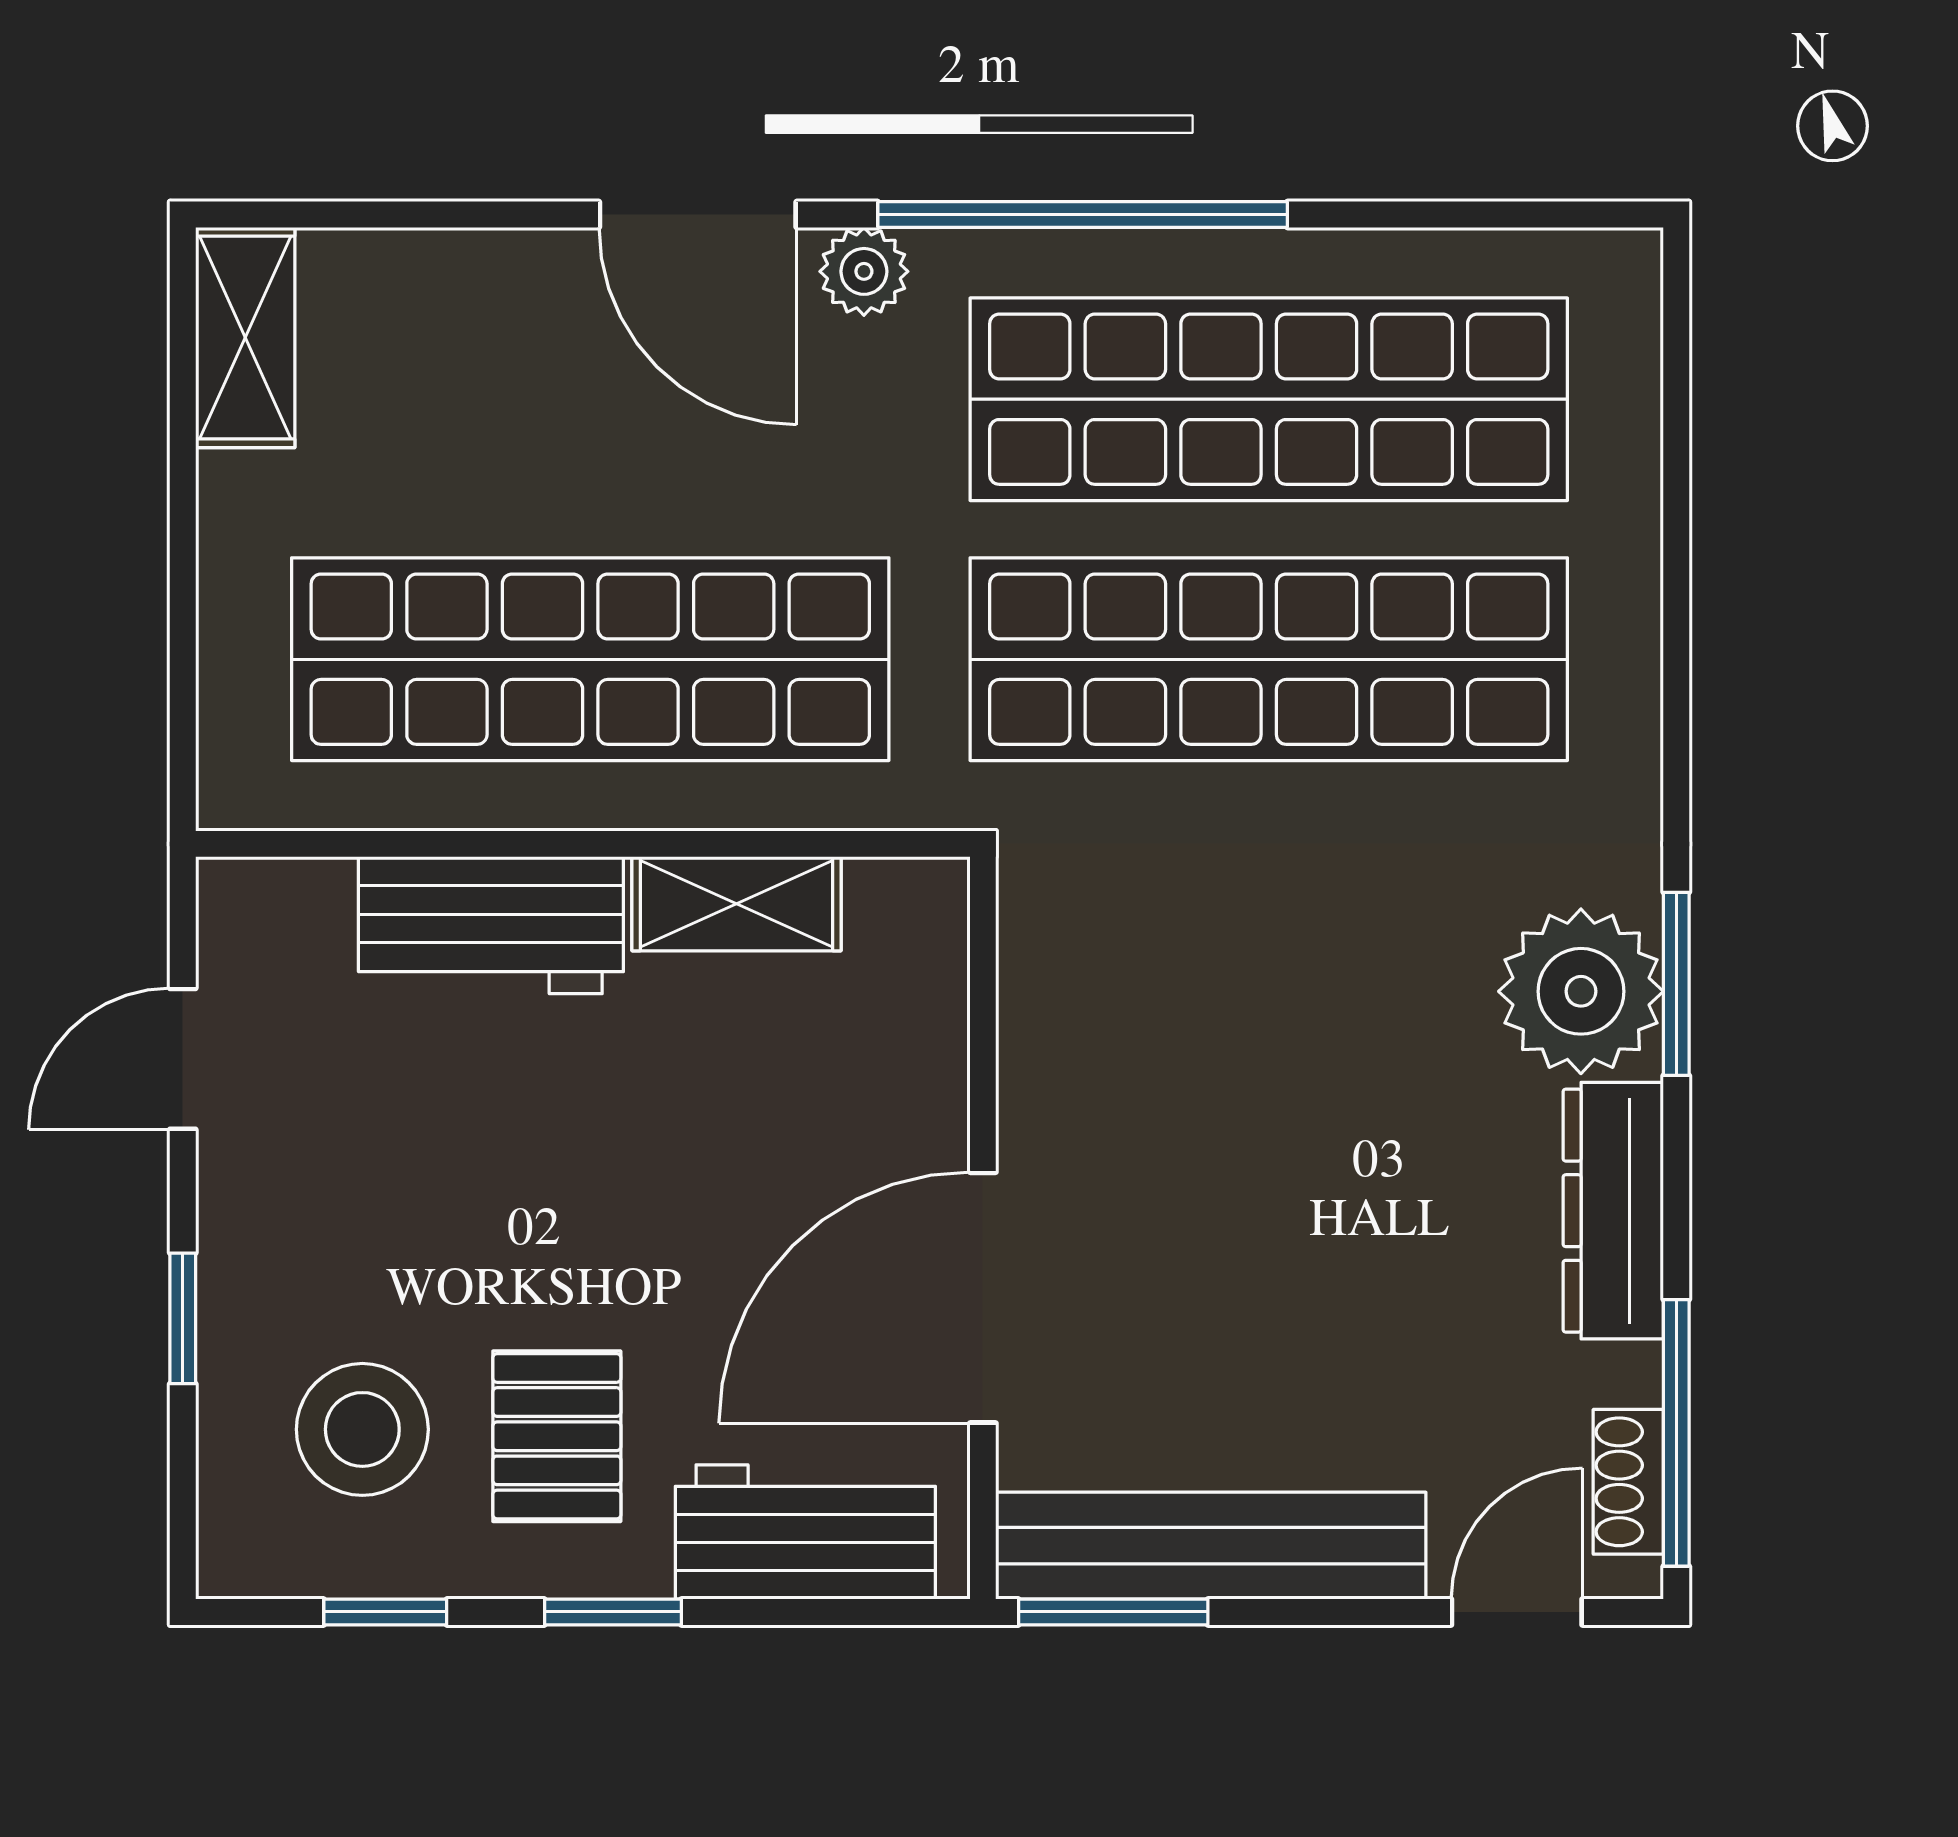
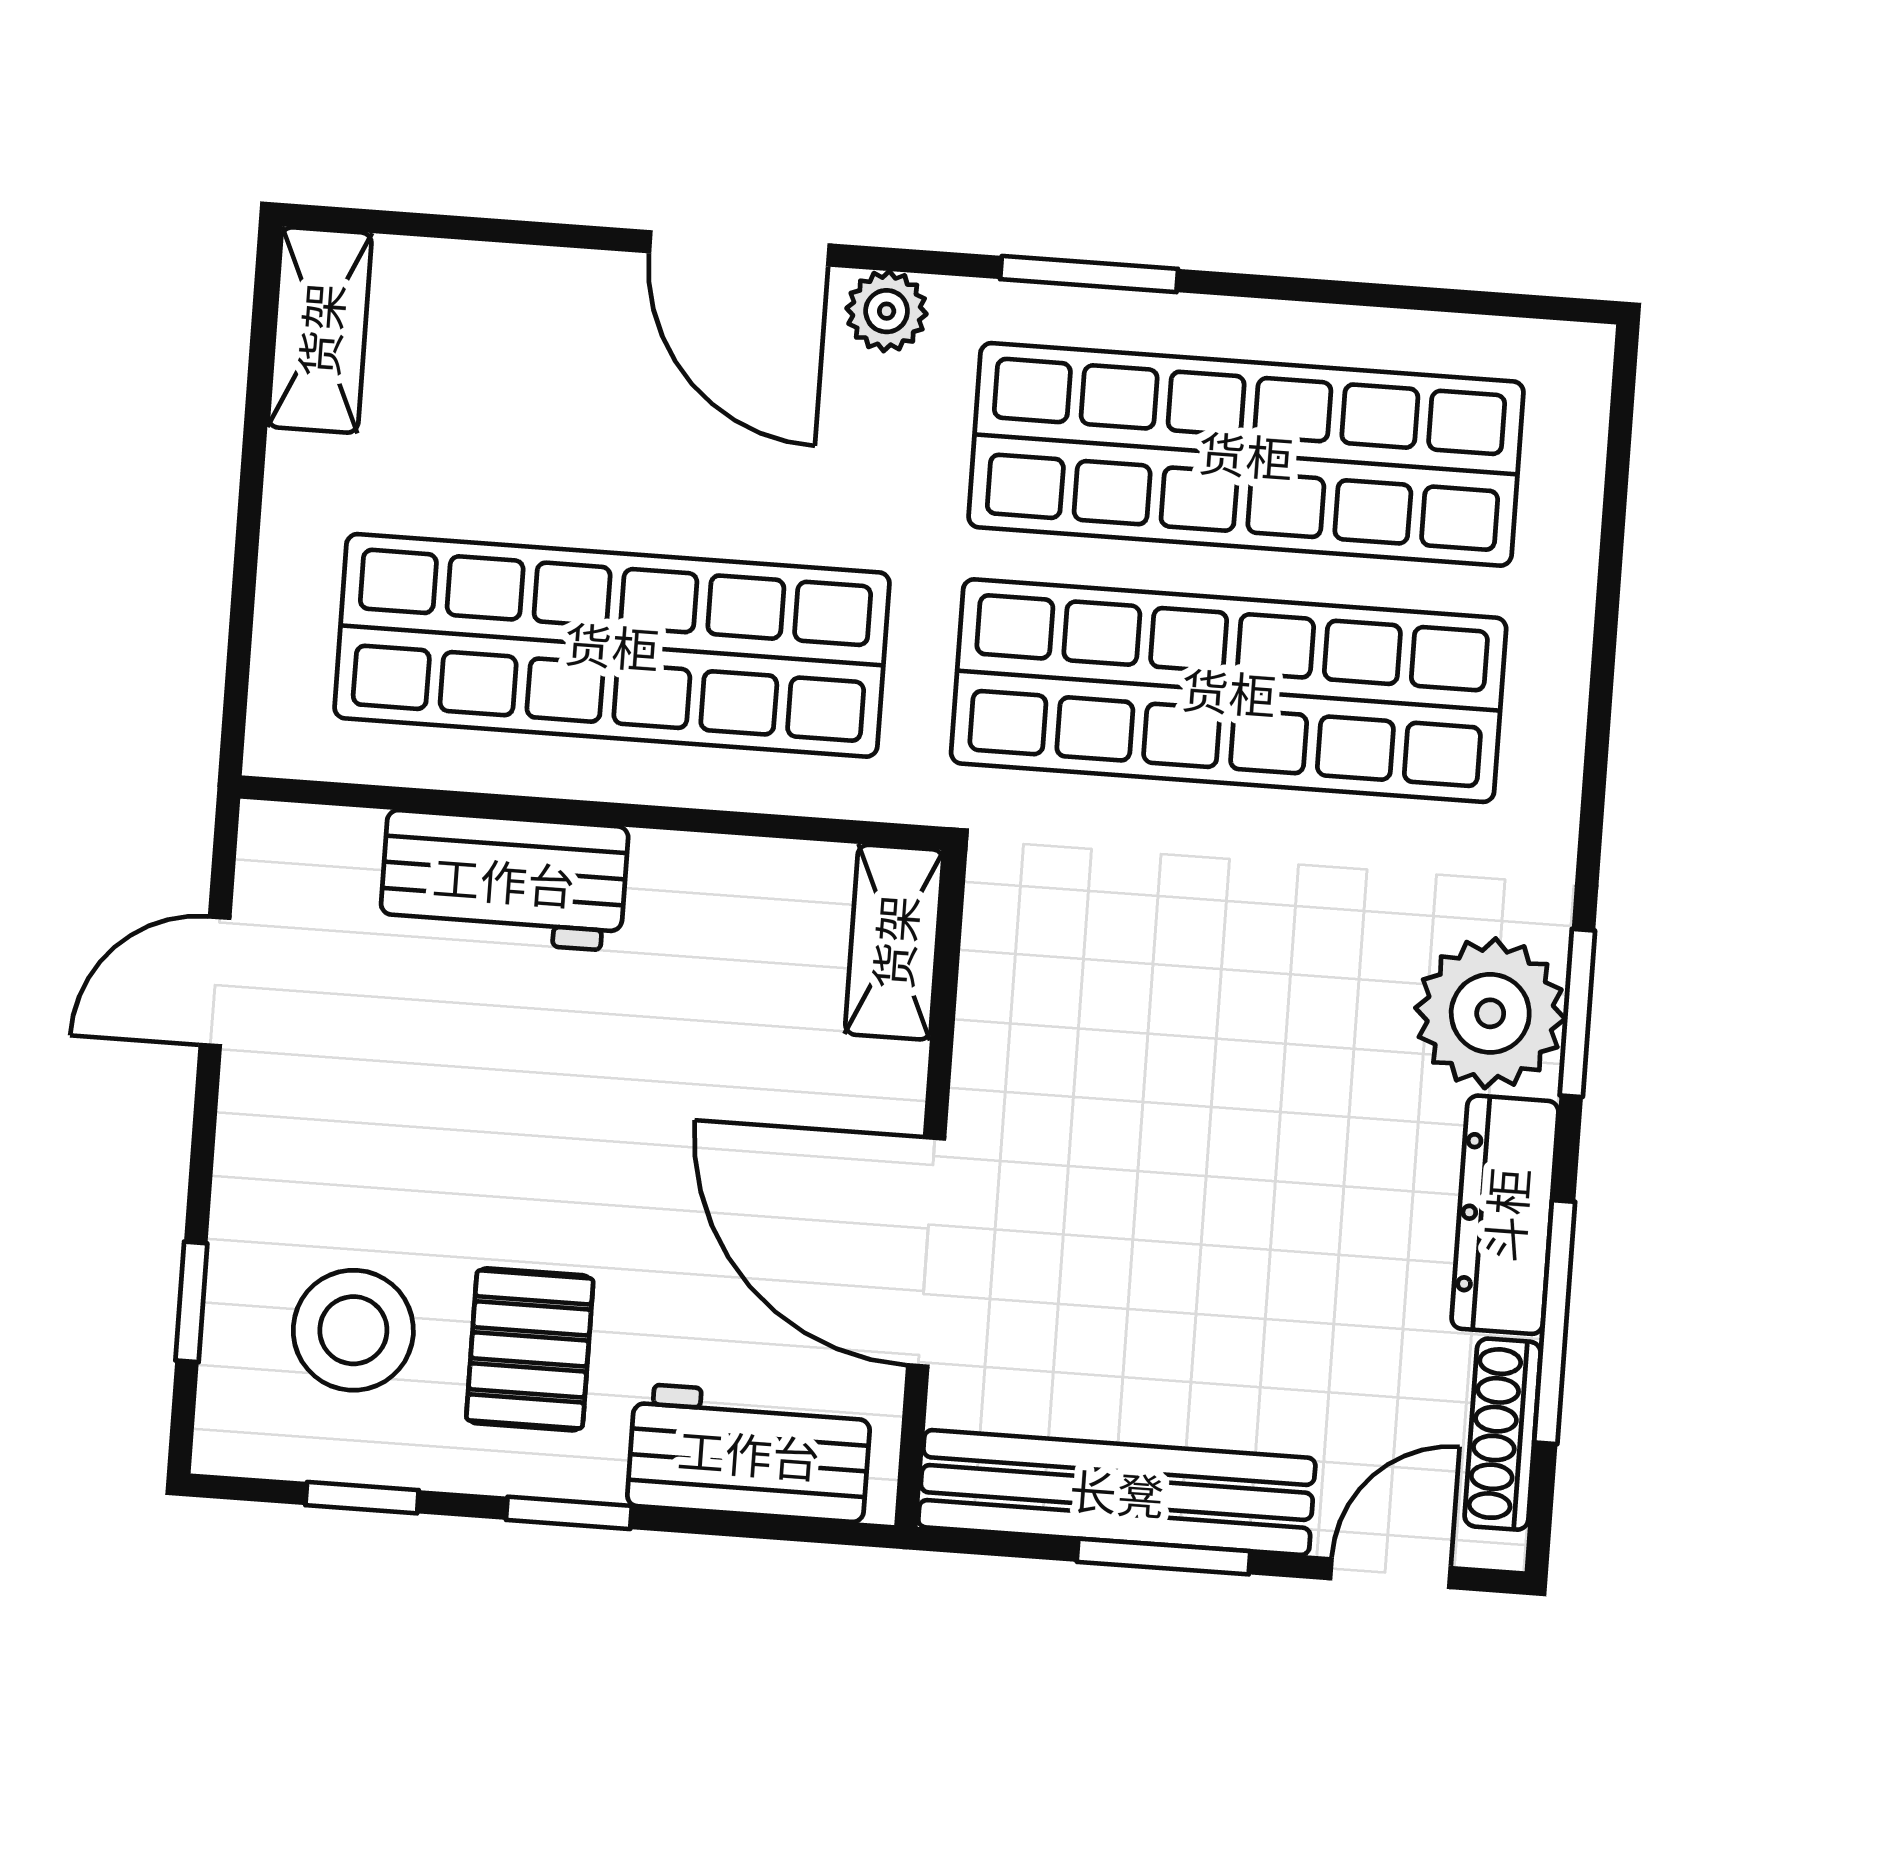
window: (1083, 215) -> (1089, 274), width x0.47
shelving: (736, 904) -> (894, 942), moved, turned 90
door: (983, 1298) -> (926, 1252), hinge flipped
window: (183, 1318) -> (191, 1302), moved
window: (1676, 1433) -> (1555, 1322), moved
shoe rack: (1628, 1482) -> (1503, 1434), width x1.43
window: (1113, 1612) -> (1164, 1557), moved

